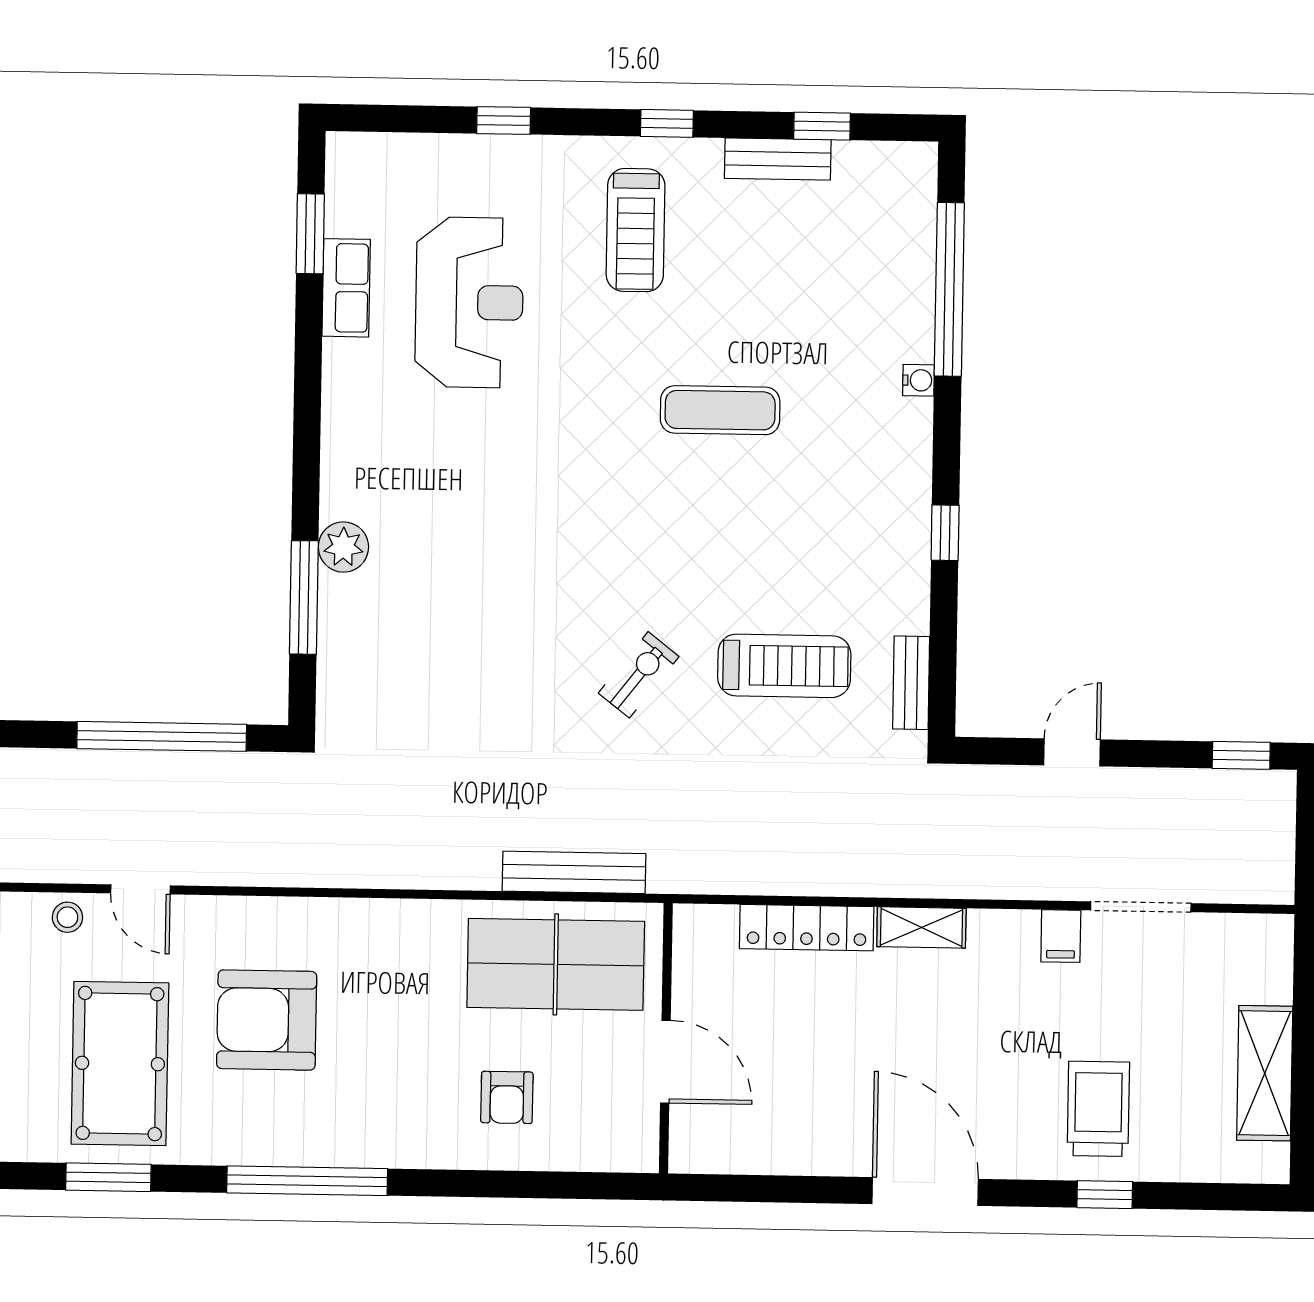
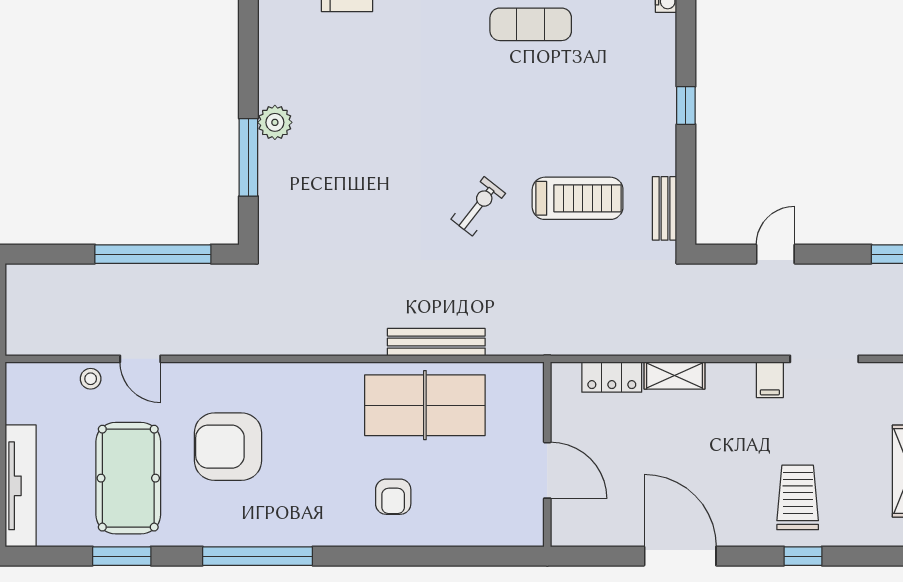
locker: (807, 928) -> (612, 377), width x0.66
wall: (666, 1038) -> (547, 454), moved
door: (665, 1062) -> (547, 470), moved

